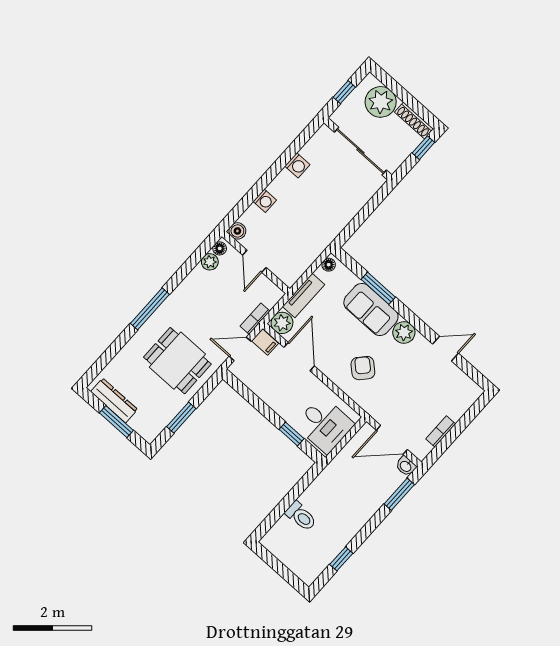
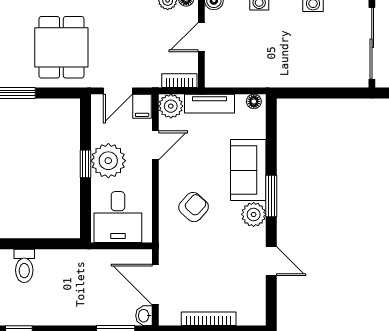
window: (378, 288) -> (271, 196), moved
bookcase: (255, 319) -> (179, 81), moved
door: (240, 349) -> (118, 91), swing flipped
door: (299, 357) -> (155, 145), width x0.73
plant: (281, 397) -> (108, 161), added
bookcase: (441, 431) -> (209, 319), width x1.56
window: (292, 434) -> (86, 164), moved

